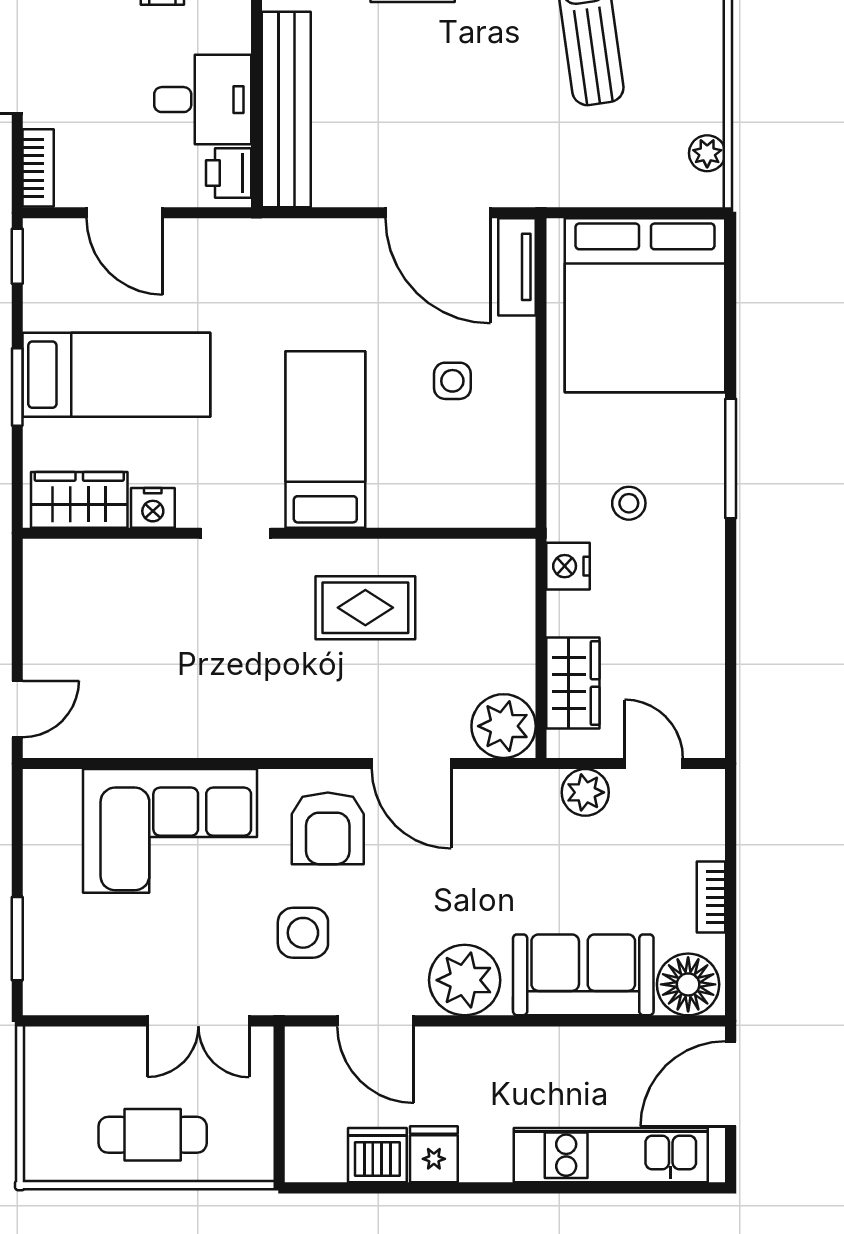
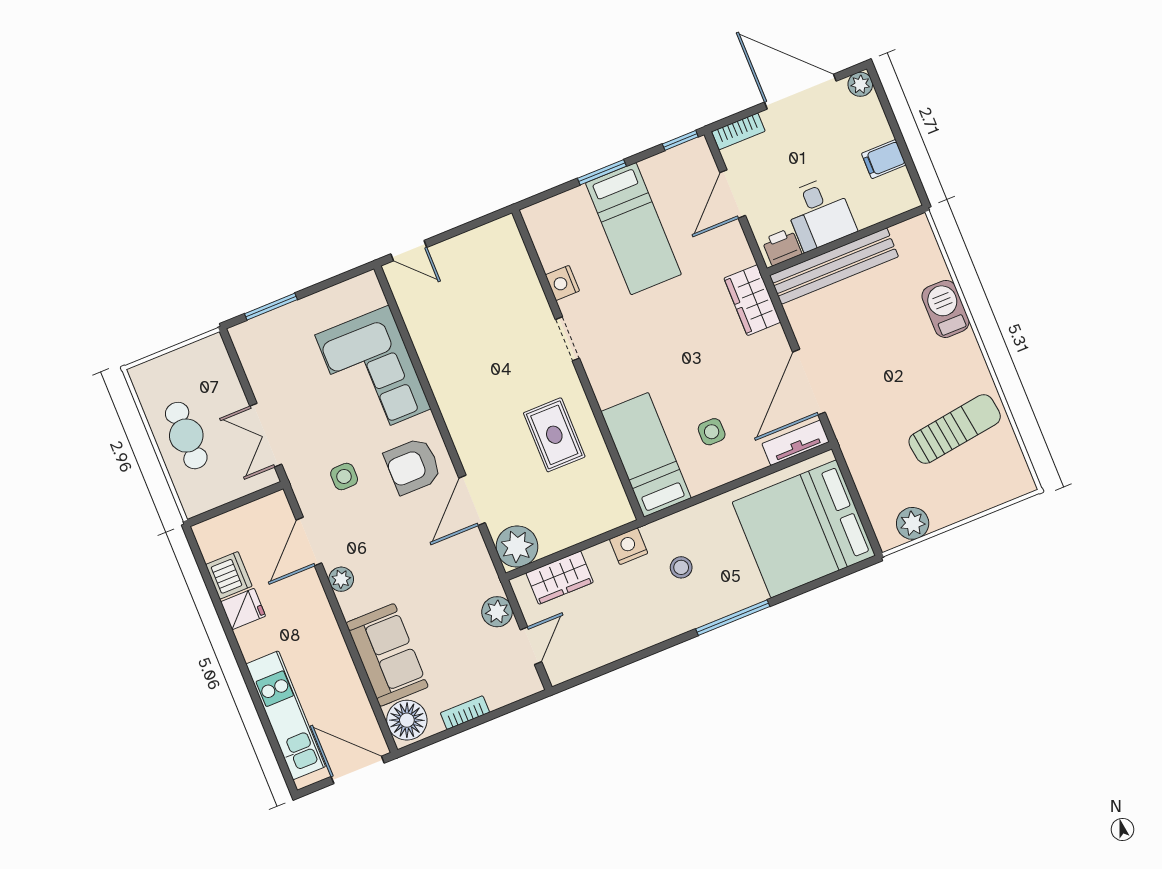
plant: (707, 153) -> (913, 523), width x1.38, depth x1.38
bed: (325, 440) -> (646, 455), moved, turned -90
wardrobe: (79, 500) -> (752, 300), moved, turned 180
side table: (303, 933) -> (344, 477), width x0.73, depth x0.73
plant: (465, 980) -> (341, 579), width x0.53, depth x0.53

